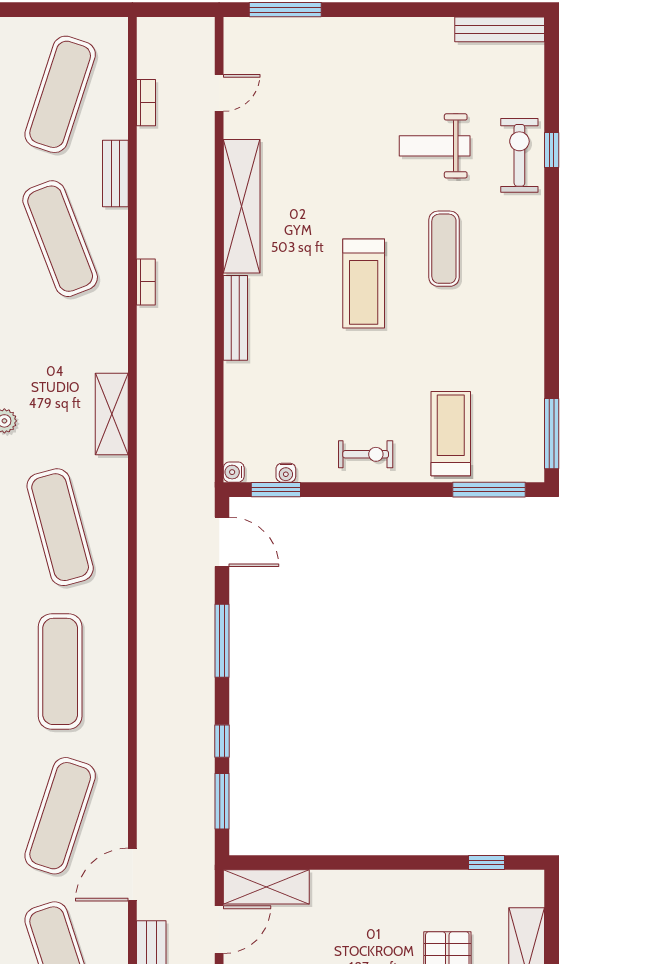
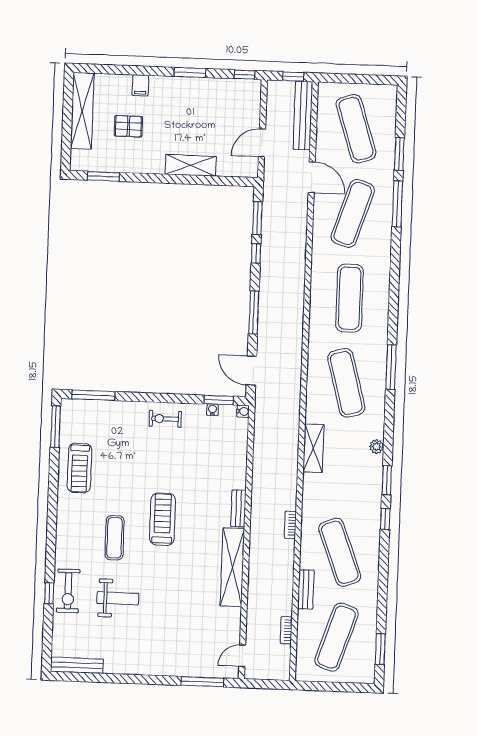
door: (219, 93) -> (242, 656), moved
bench: (235, 318) -> (238, 508), width x0.73
treadmill: (451, 434) -> (80, 468), moved
window: (487, 863) -> (103, 176), width x1.50
door: (132, 875) -> (312, 177), hinge flipped
shelving: (266, 887) -> (191, 165), moved

